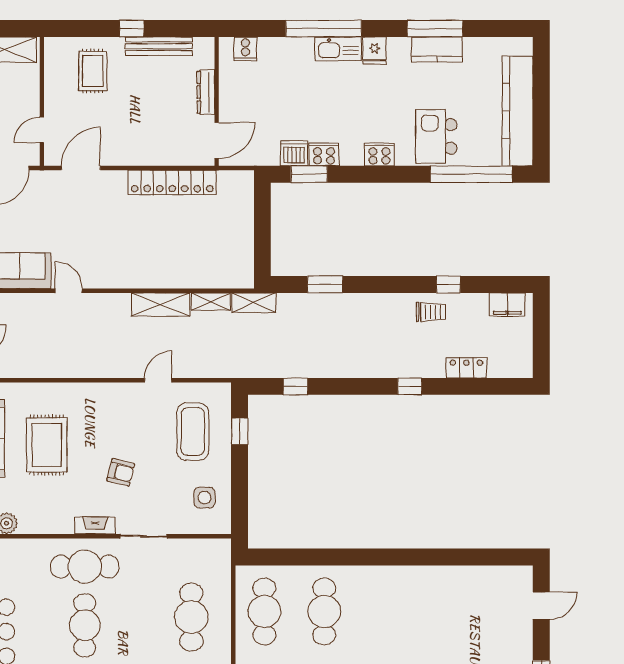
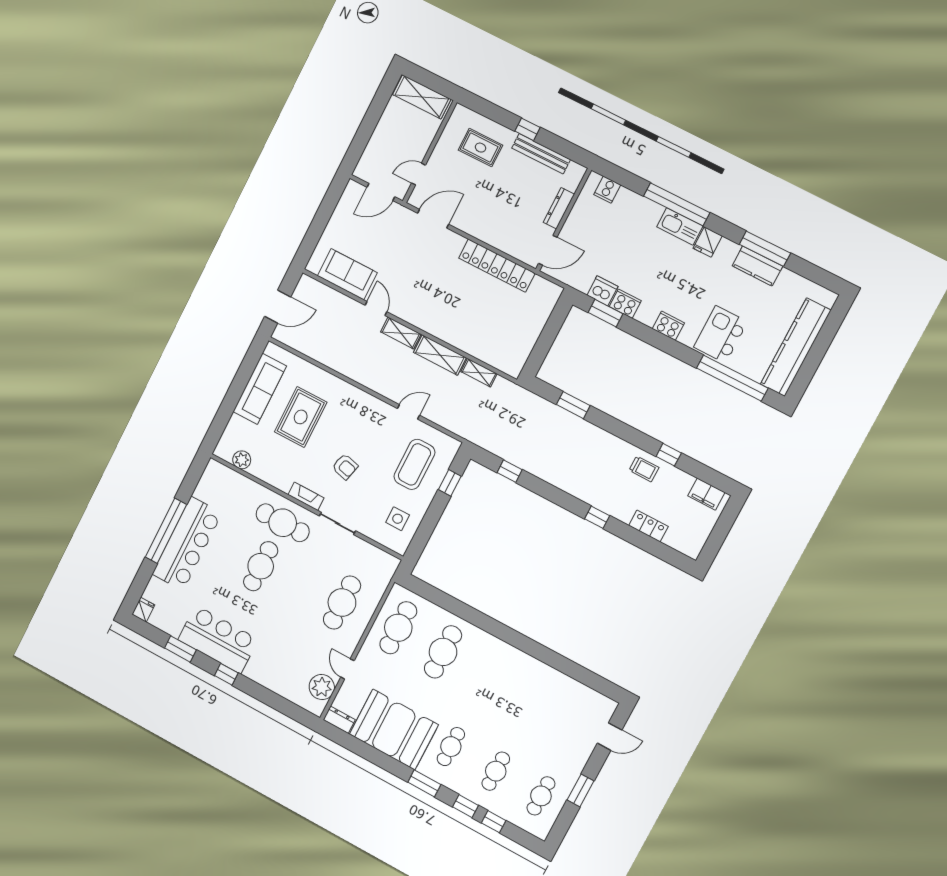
rug: (93, 71) -> (480, 148), turned 90
shelving: (254, 303) -> (401, 333), moved

